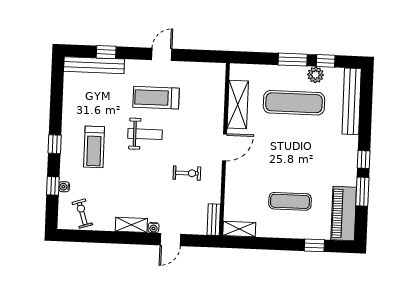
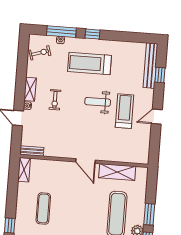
door: (162, 54) -> (157, 117), swing flipped
weight bench: (145, 134) -> (98, 102), turned 90
treadmill: (94, 147) -> (89, 63), width x1.37, depth x1.38
exercise bike: (187, 173) -> (55, 100), moved
window: (53, 186) -> (61, 32), width x2.17

